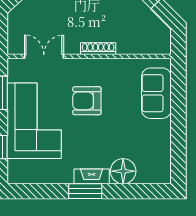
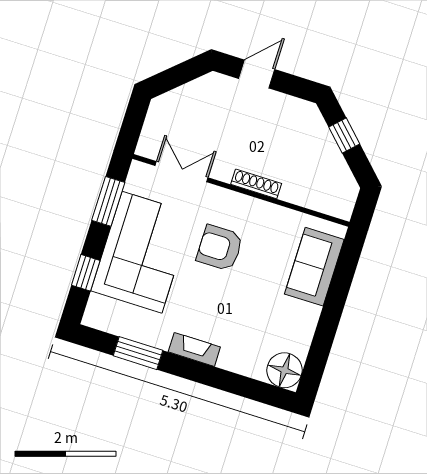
floor lamp: (123, 171) -> (284, 370), moved
window: (85, 191) -> (138, 353), moved

